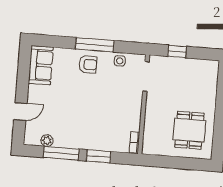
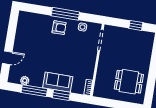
window: (177, 51) -> (136, 25), moved
sofa: (41, 65) -> (58, 82), moved, turned -90
dining table: (189, 130) -> (129, 82), turned 90

